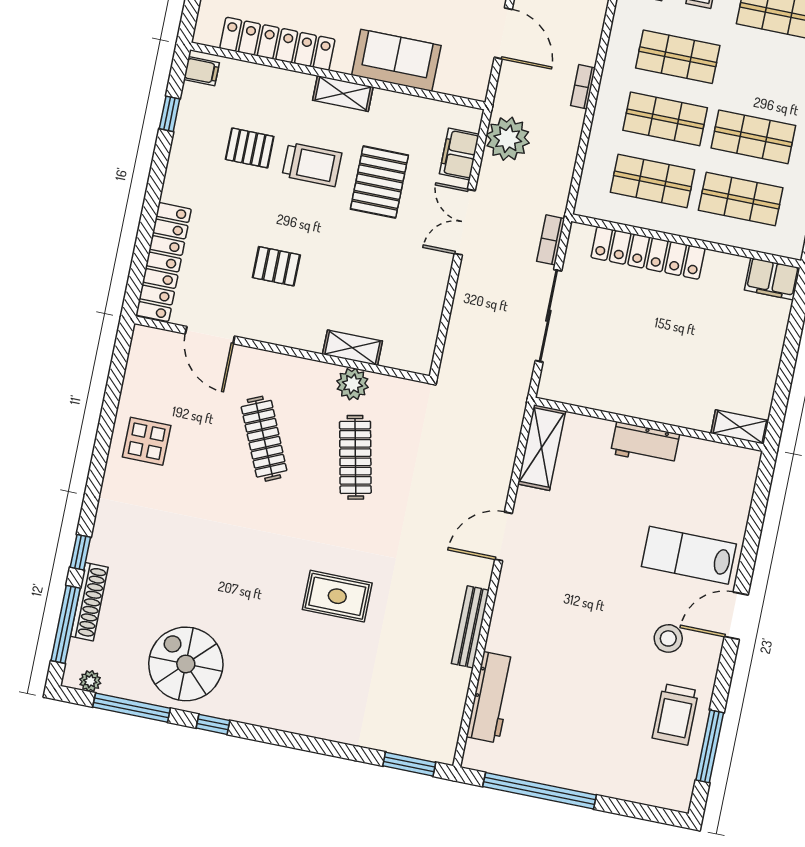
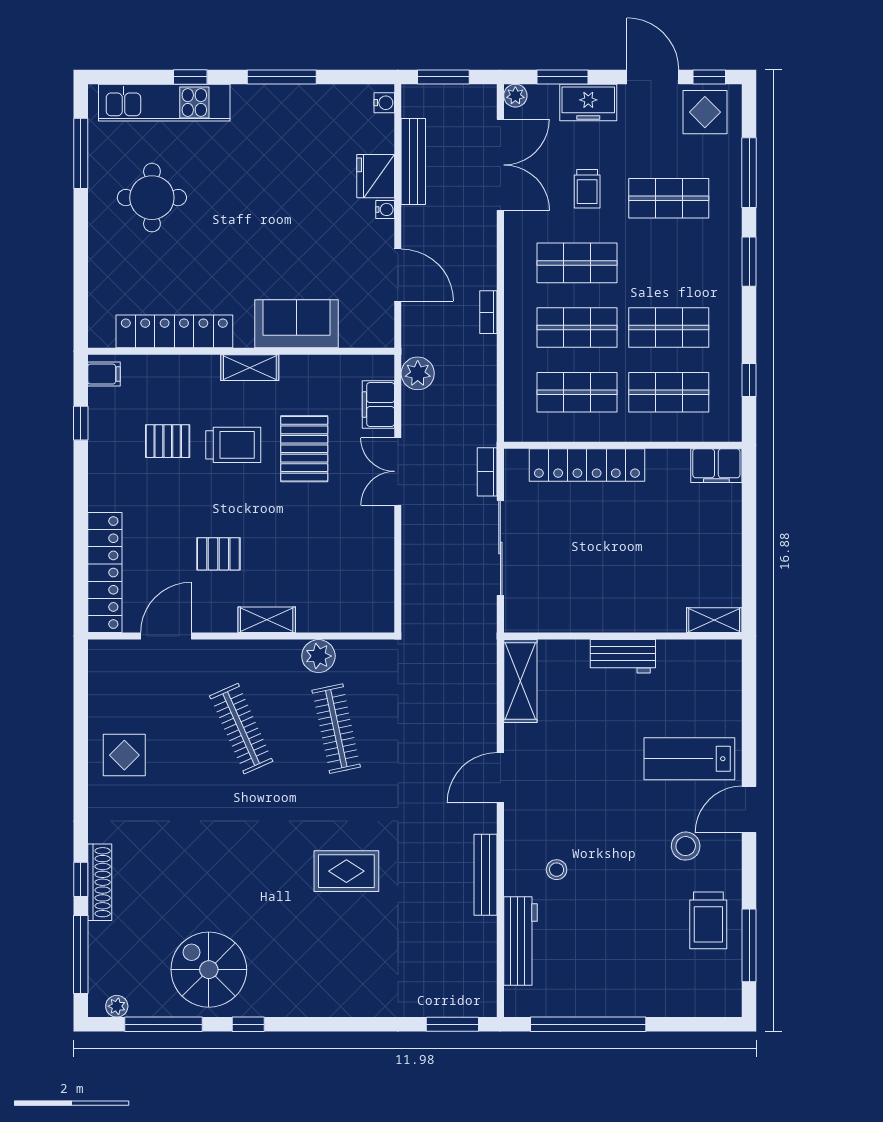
plant: (508, 139) -> (418, 373), width x0.73, depth x0.73
door: (210, 335) -> (166, 636), swing flipped
shelving: (352, 348) -> (267, 620), moved
shoe rack: (89, 602) -> (100, 882), moved
stool: (540, 636) -> (557, 870), added

